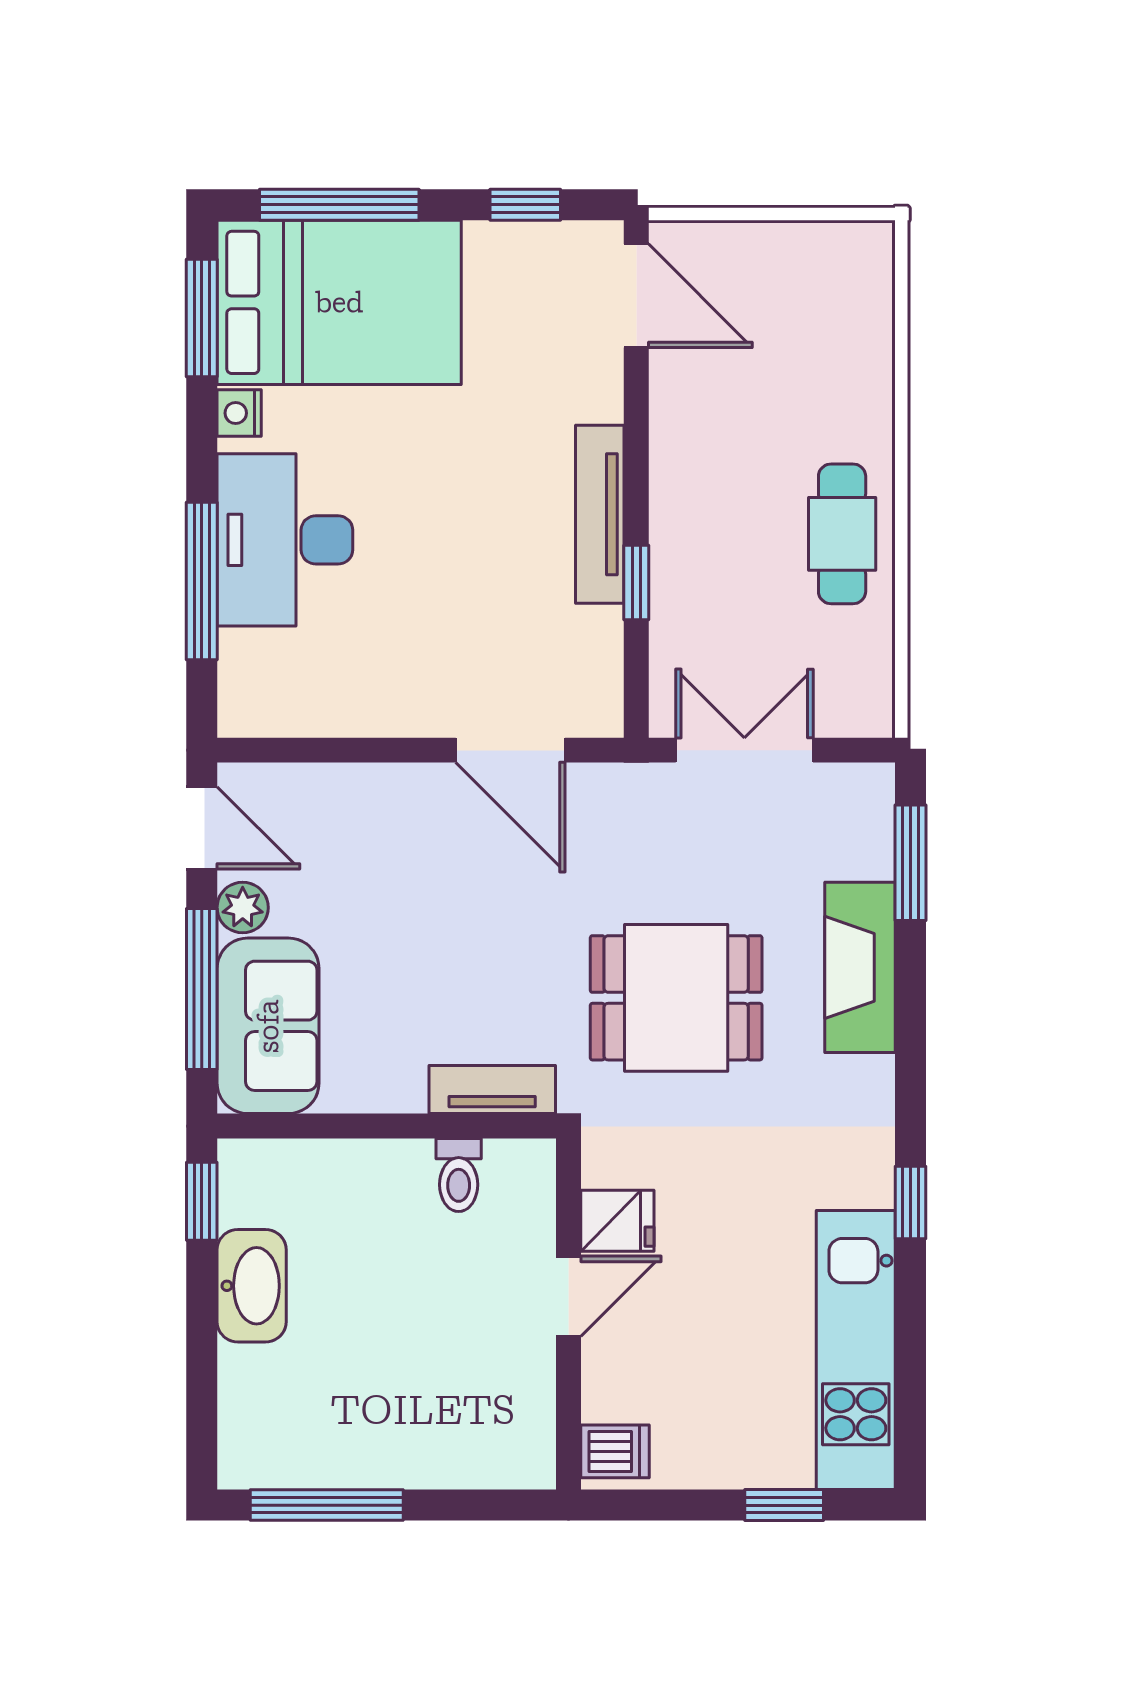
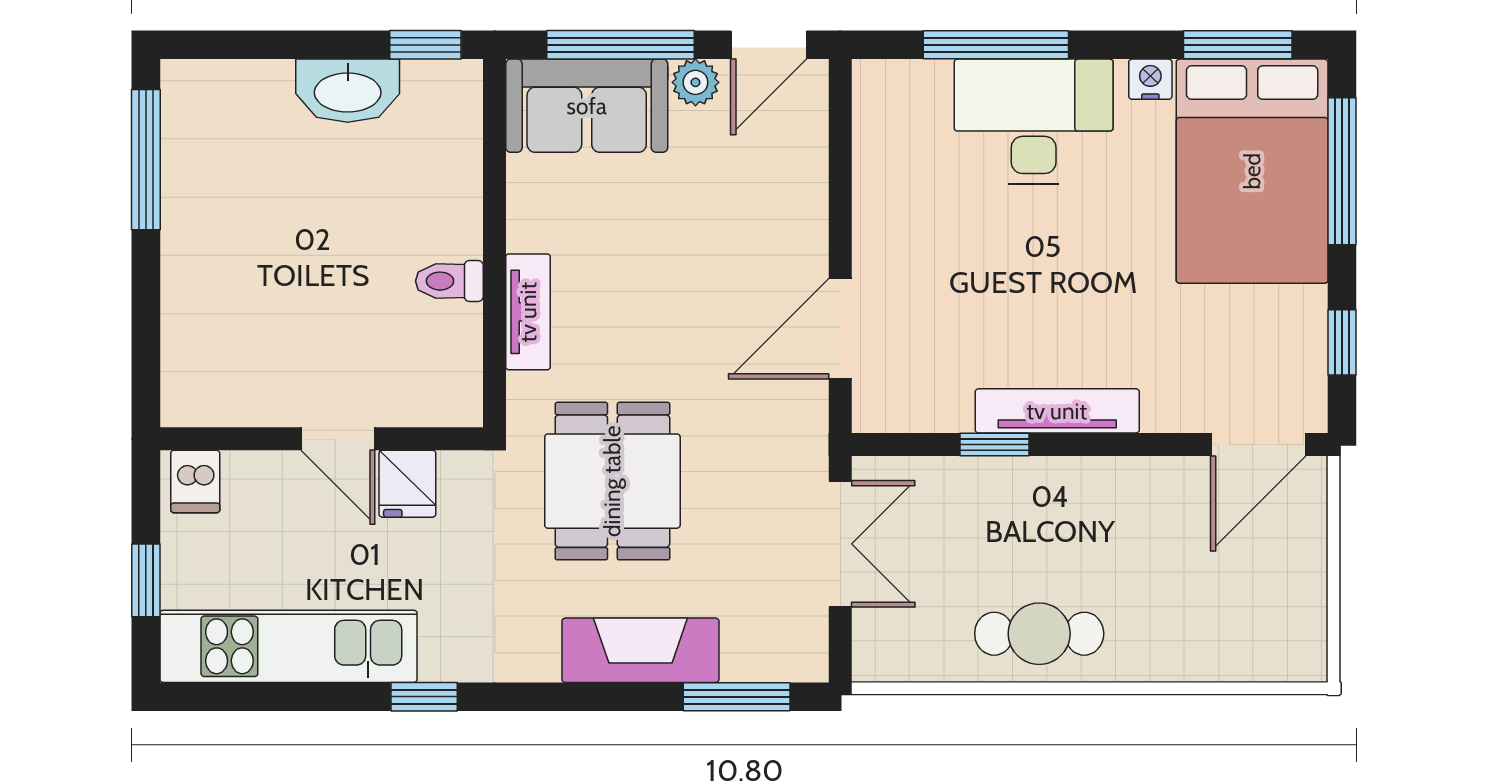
fridge: (617, 1221) -> (407, 484), moved
door: (568, 1296) -> (338, 439), moved
wall: (568, 1314) -> (322, 439), moved
dishwasher: (615, 1451) -> (195, 481), moved

